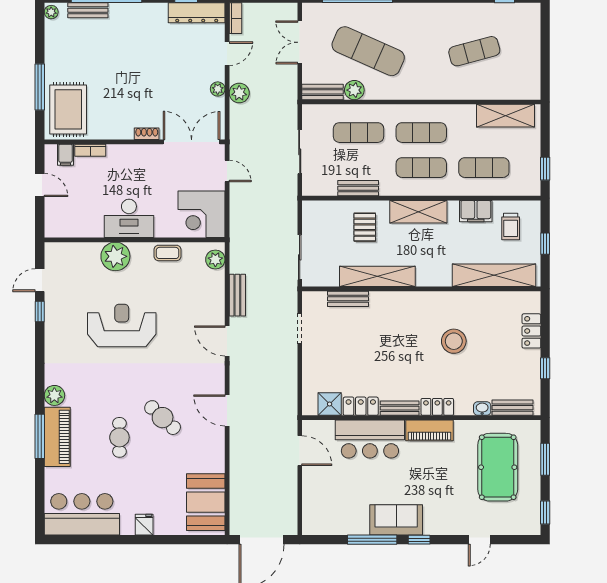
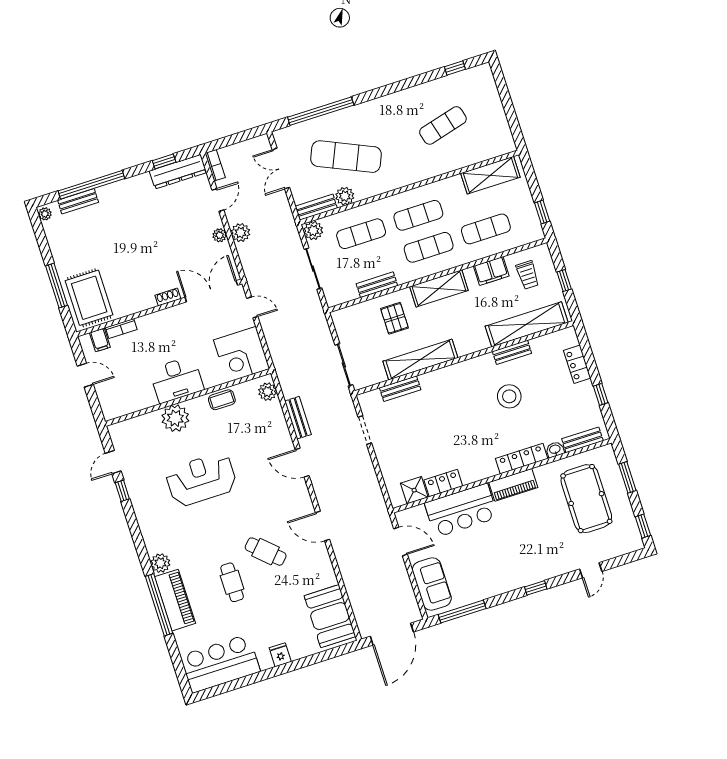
plant: (312, 114) -> (313, 231), added
locker: (437, 407) -> (522, 459), width x1.53
bench: (400, 408) -> (512, 352), moved
window: (40, 436) -> (159, 605), width x1.46
sofa: (396, 520) -> (432, 584), moved, turned 90
window: (372, 540) -> (462, 612), moved

